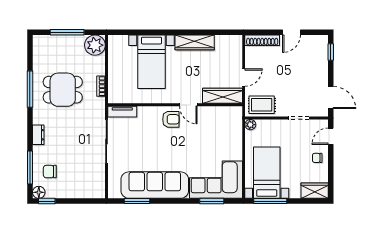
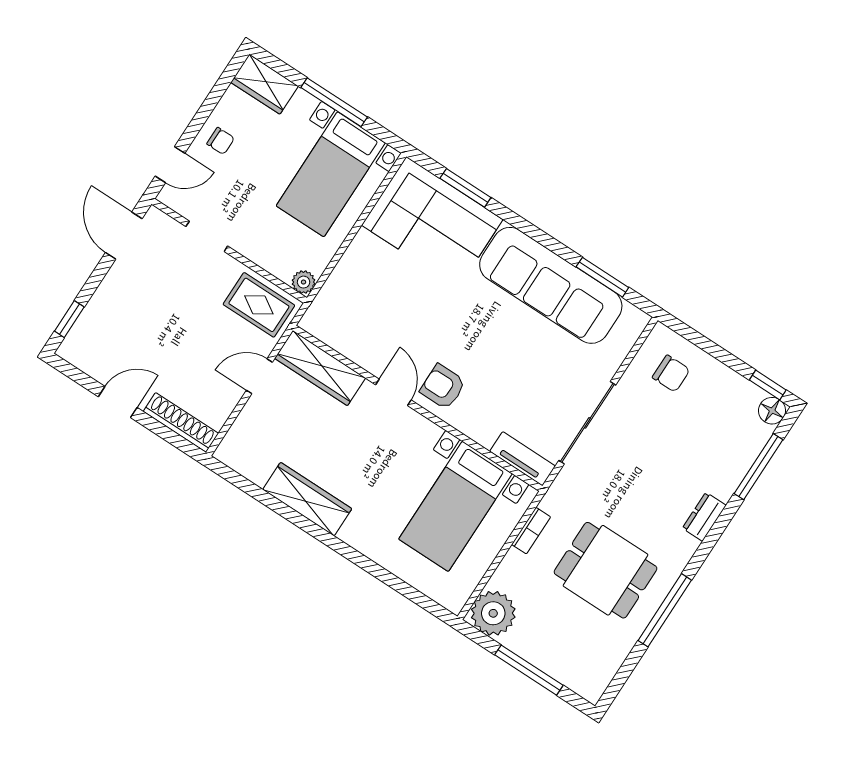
bed with nightstands: (151, 62) -> (455, 506), moved, turned 180
chair: (50, 172) -> (671, 374), moved
window: (270, 201) -> (334, 102), moved

